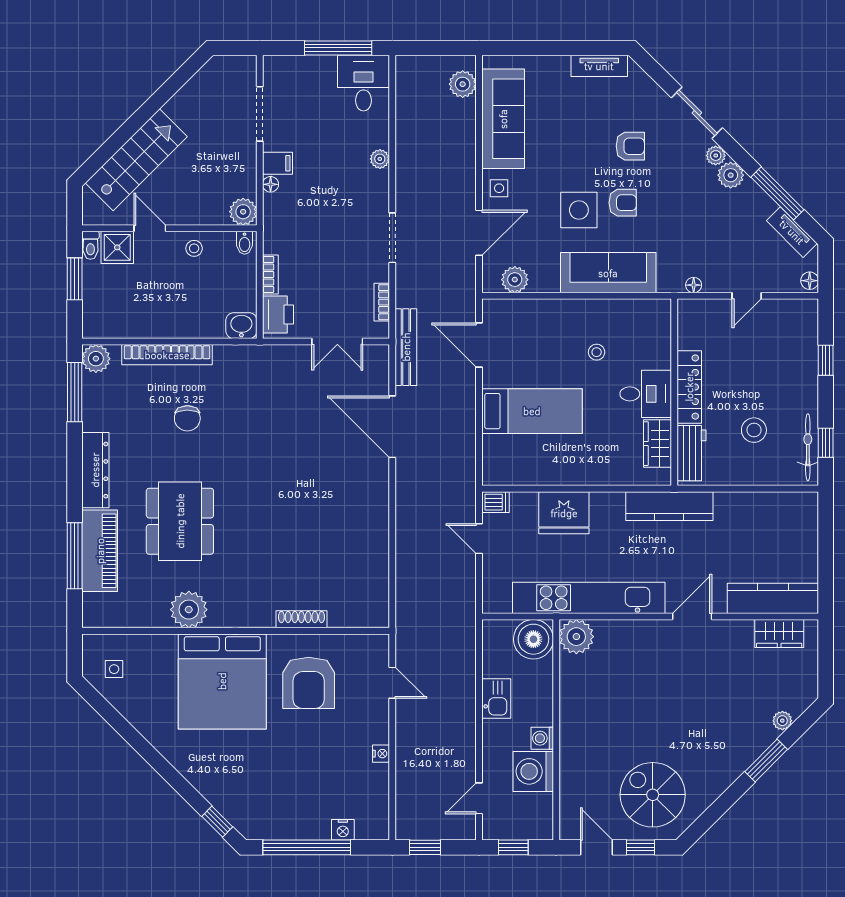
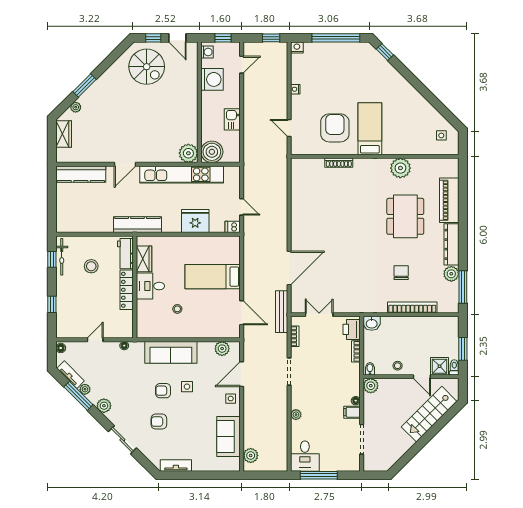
sofa: (503, 119) -> (228, 437), width x0.73
plant: (716, 156) -> (85, 389), moved
side table: (579, 210) -> (187, 387), width x0.54, depth x0.54
plant: (96, 359) -> (451, 274), moved
door: (392, 427) -> (289, 268), hinge flipped
window: (75, 556) -> (463, 198), removed
wardrobe: (779, 633) -> (64, 134), moved, turned 90
bed: (222, 681) -> (370, 129), width x0.49
washing machine: (542, 738) -> (207, 52), moved
nightstand: (343, 830) -> (297, 48), moved

